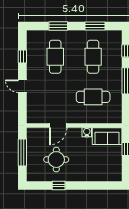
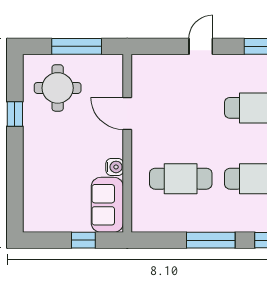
cafe table: (93, 97) -> (181, 179), turned 90
round table: (56, 160) -> (58, 88), moved

